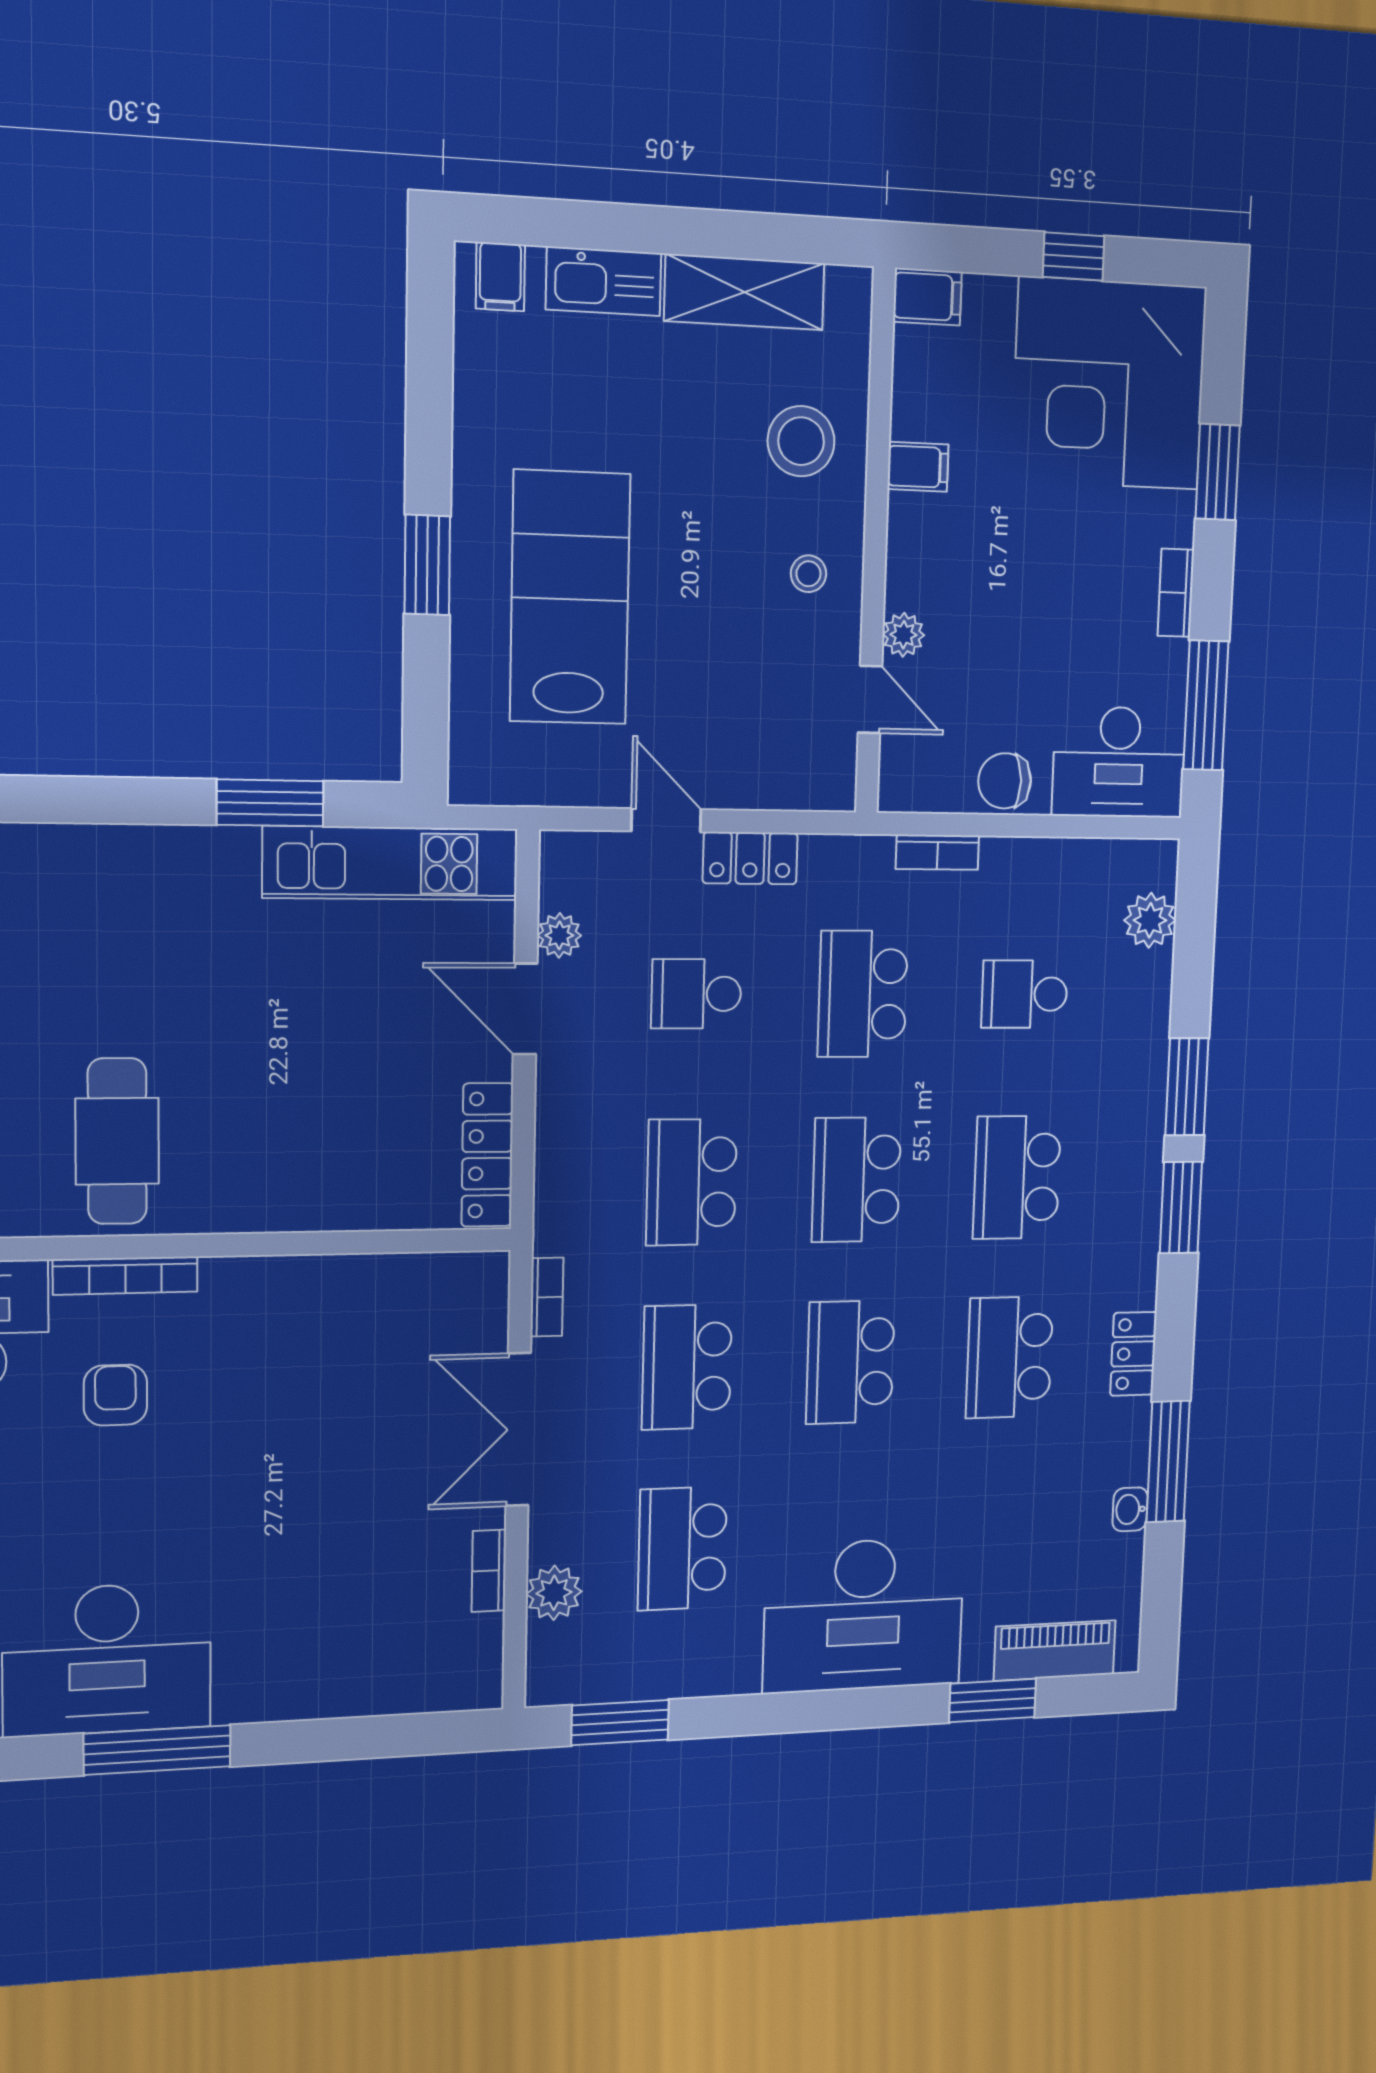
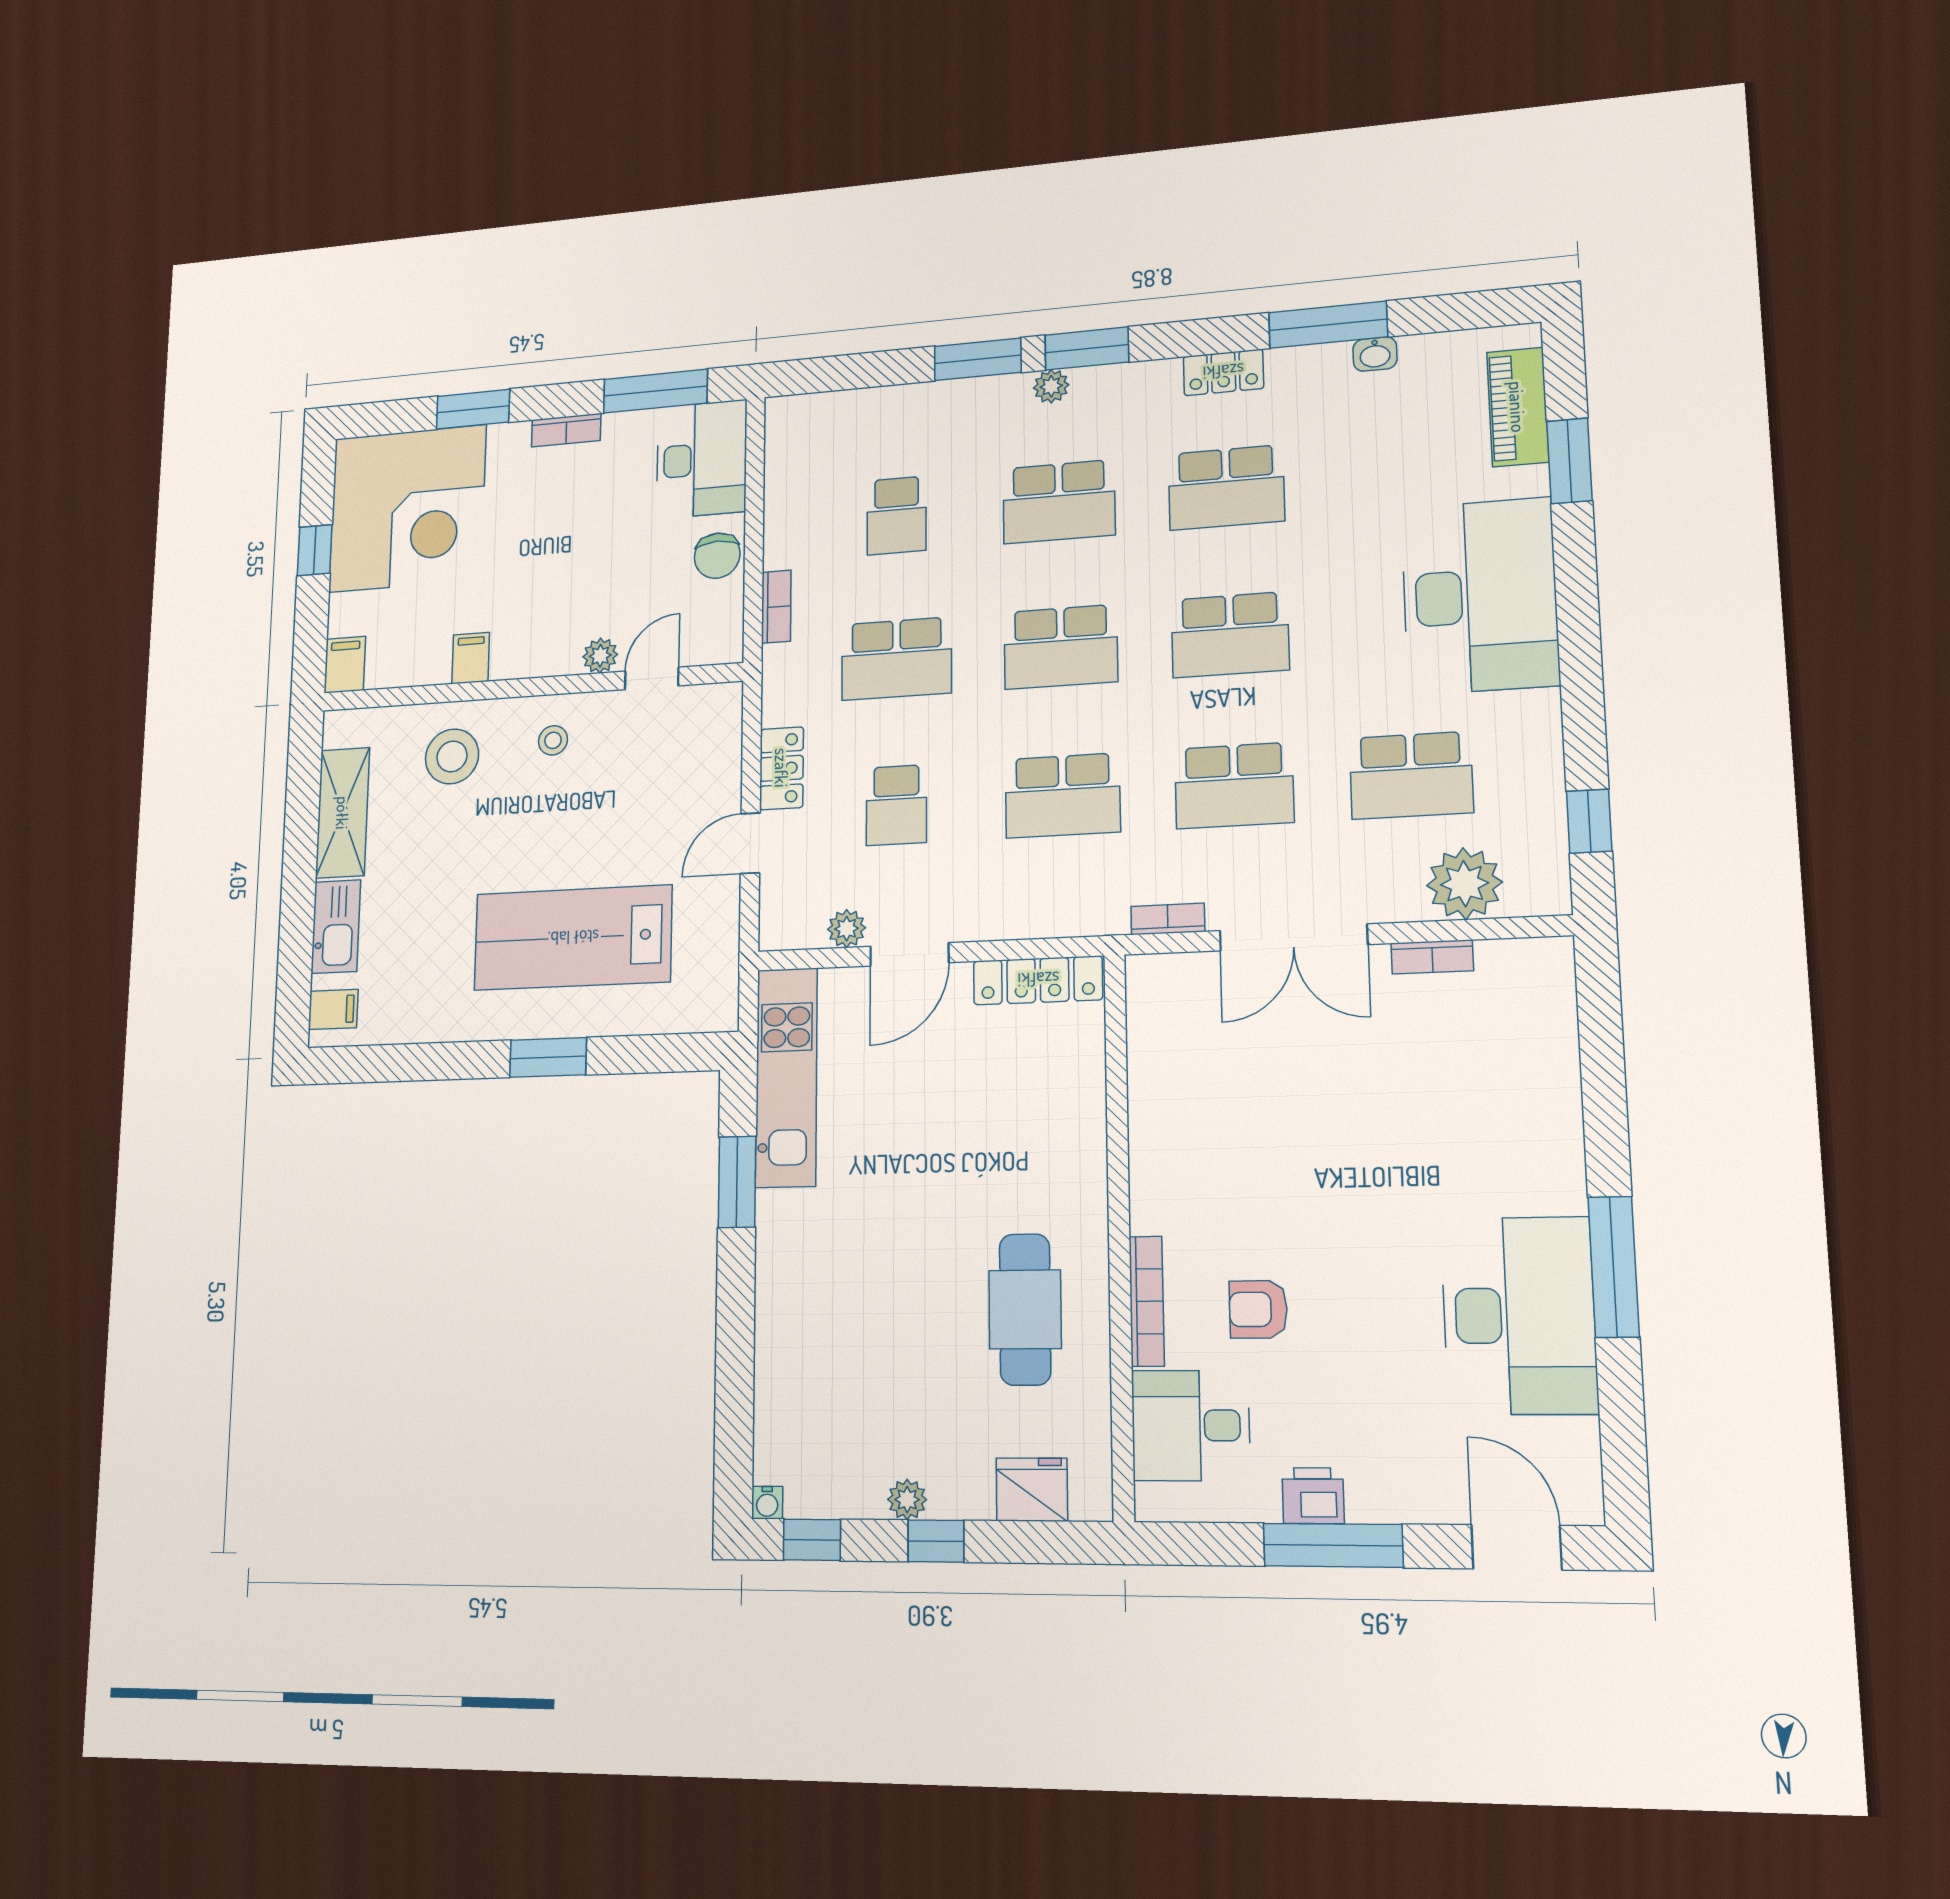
plant: (1150, 920) -> (1051, 386), moved, width x0.73, depth x0.73
cafe table: (117, 1141) -> (1025, 1309), turned 90
plant: (554, 1593) -> (1465, 884), width x1.36, depth x1.36
window: (620, 1723) -> (1589, 821), width x0.67

